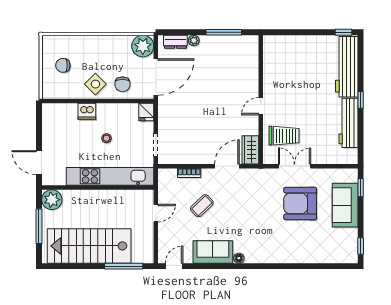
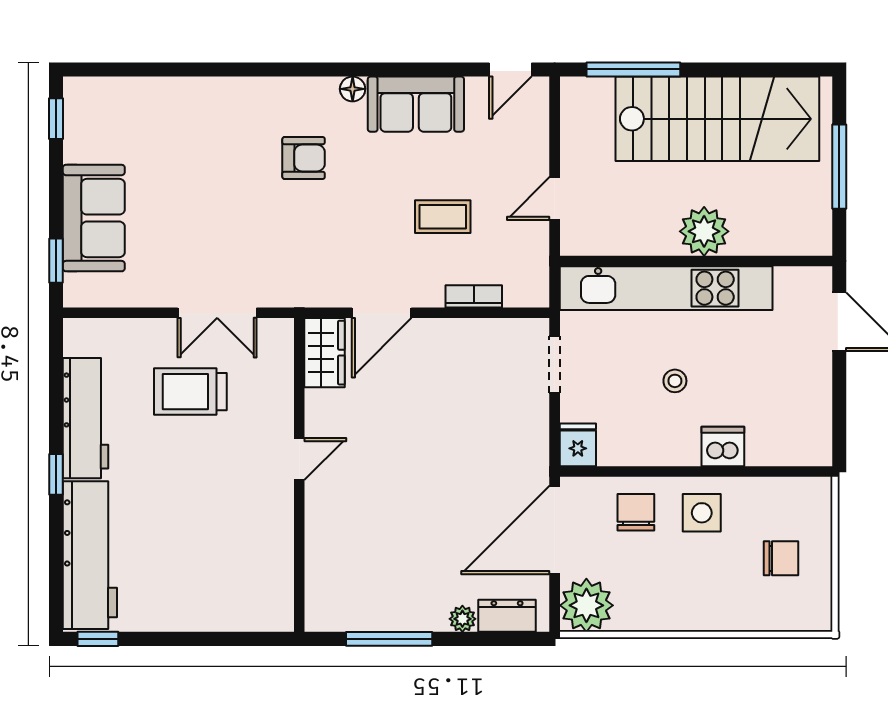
side table: (95, 84) -> (702, 513), turned 45
trolley: (284, 136) -> (190, 392), moved
plant: (52, 200) -> (704, 231), moved
armchair: (300, 203) -> (304, 158), moved, width x0.53, depth x0.53
coffee table: (202, 206) -> (443, 217), turned 44

